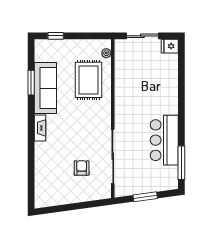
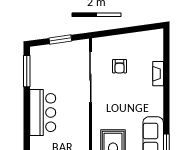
fireplace: (40, 128) -> (158, 74), moved
bar counter: (164, 140) -> (43, 113), moved

